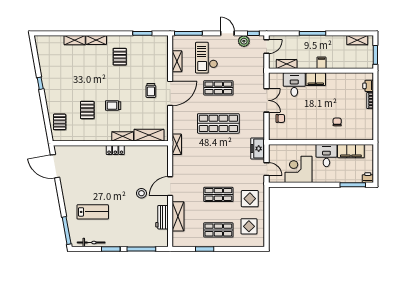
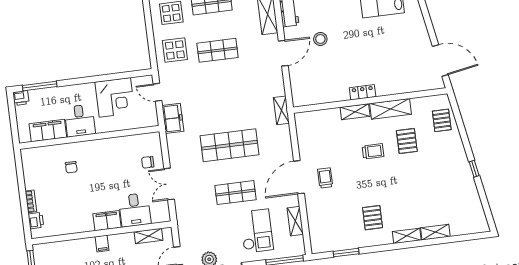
shelving: (149, 135) -> (390, 109), moved

